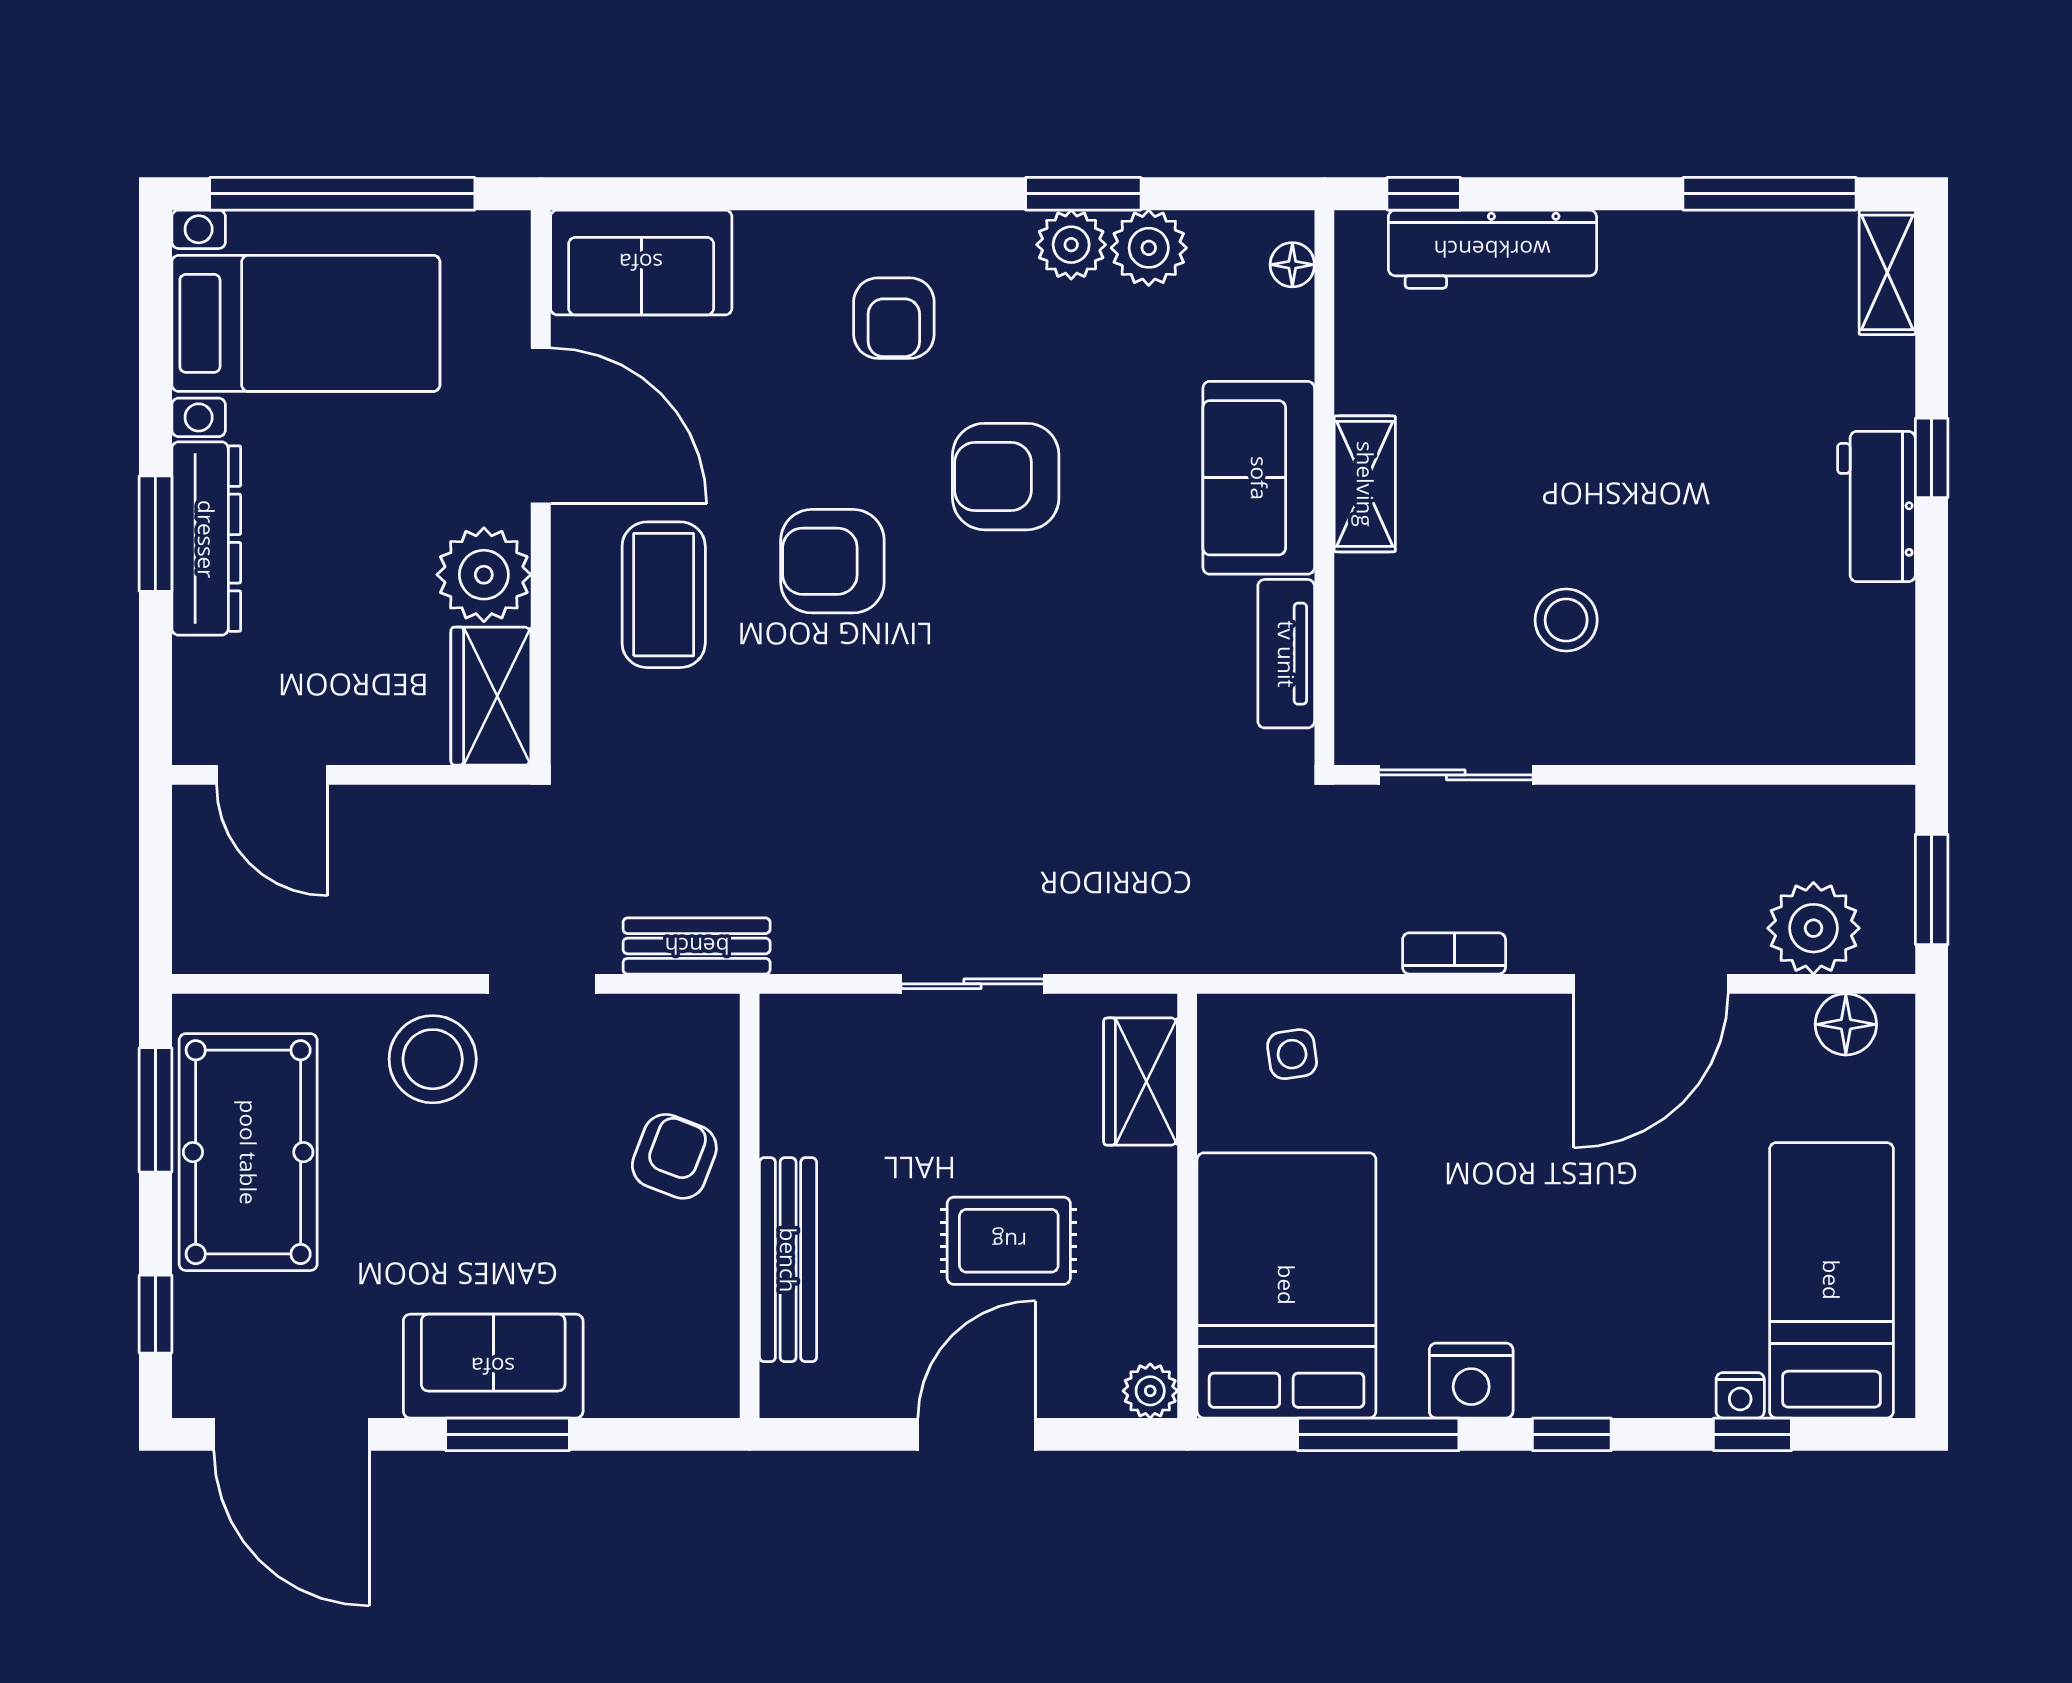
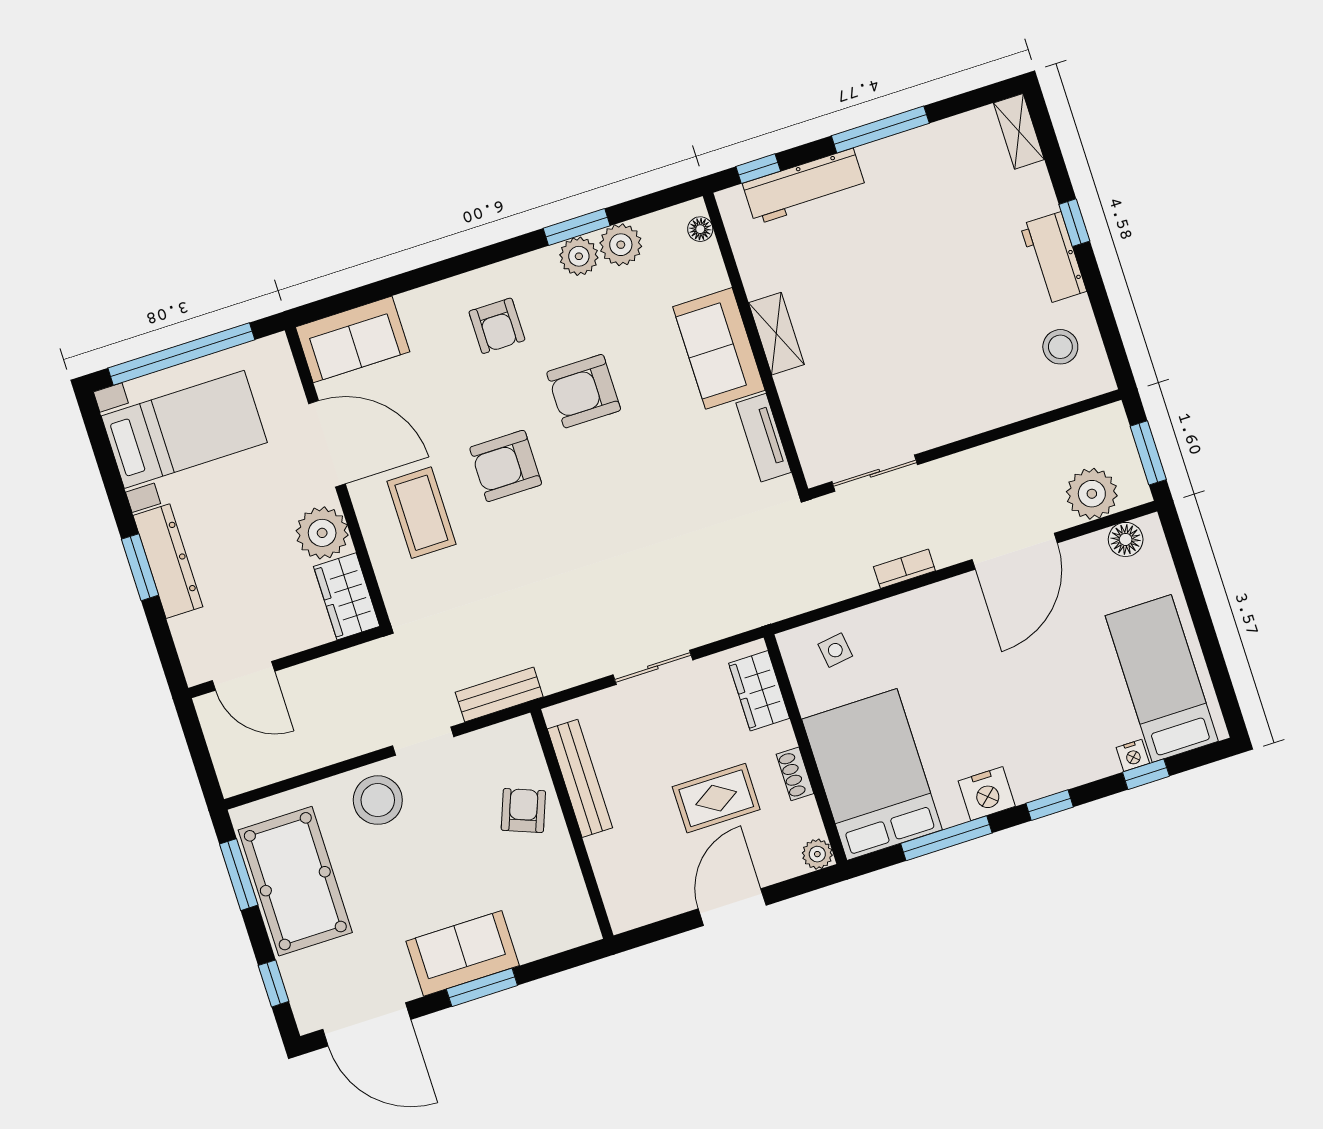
window: (1770, 194) -> (880, 130), moved
stool: (1566, 620) -> (1060, 347), moved
shoe rack: (1156, 1242) -> (795, 774), added
bench: (788, 1260) -> (580, 778), moved

